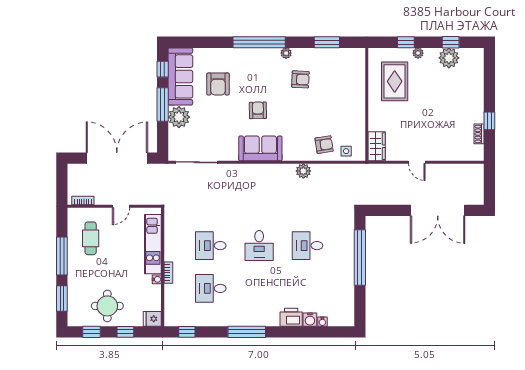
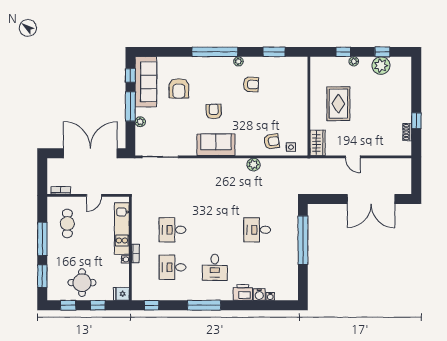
rug: (395, 81) -> (338, 104), moved
plant: (179, 117) -> (140, 122), width x0.53, depth x0.53
desk: (259, 246) -> (215, 267), moved

